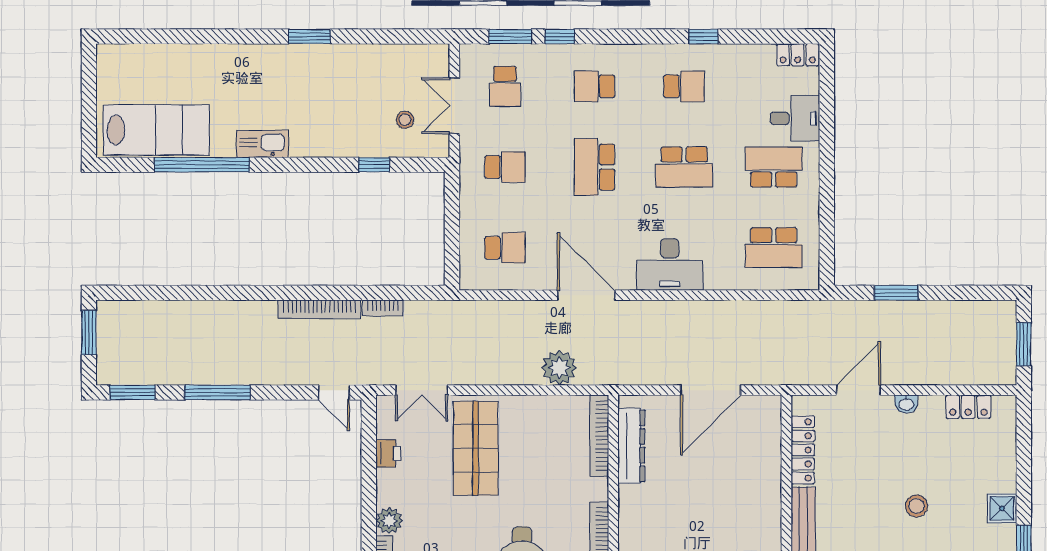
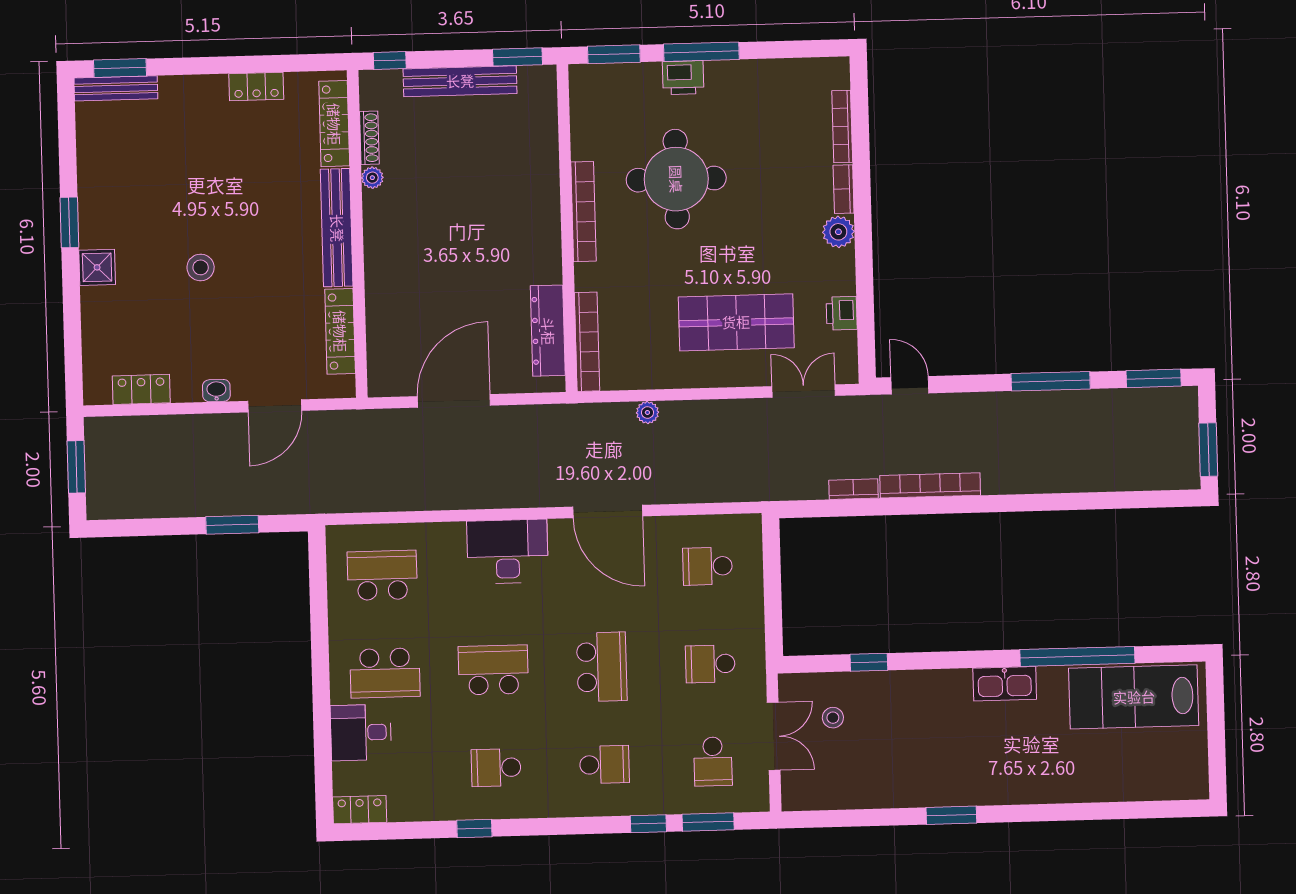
school desk: (505, 86) -> (713, 762), turned 180
plant: (559, 368) -> (647, 412), width x0.53, depth x0.53
shop shelf: (476, 448) -> (736, 322), turned 90

